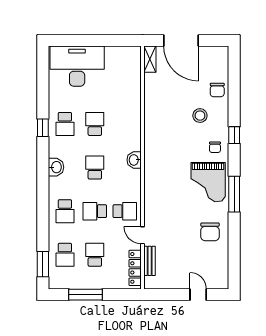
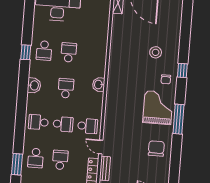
chair: (217, 90) -> (171, 32), removed
grand piano: (208, 182) -> (158, 108), turned 180
school desk: (65, 211) -> (38, 122), turned 90
school desk: (95, 211) -> (63, 124), turned 180
chair: (210, 232) -> (156, 149), turned 180

